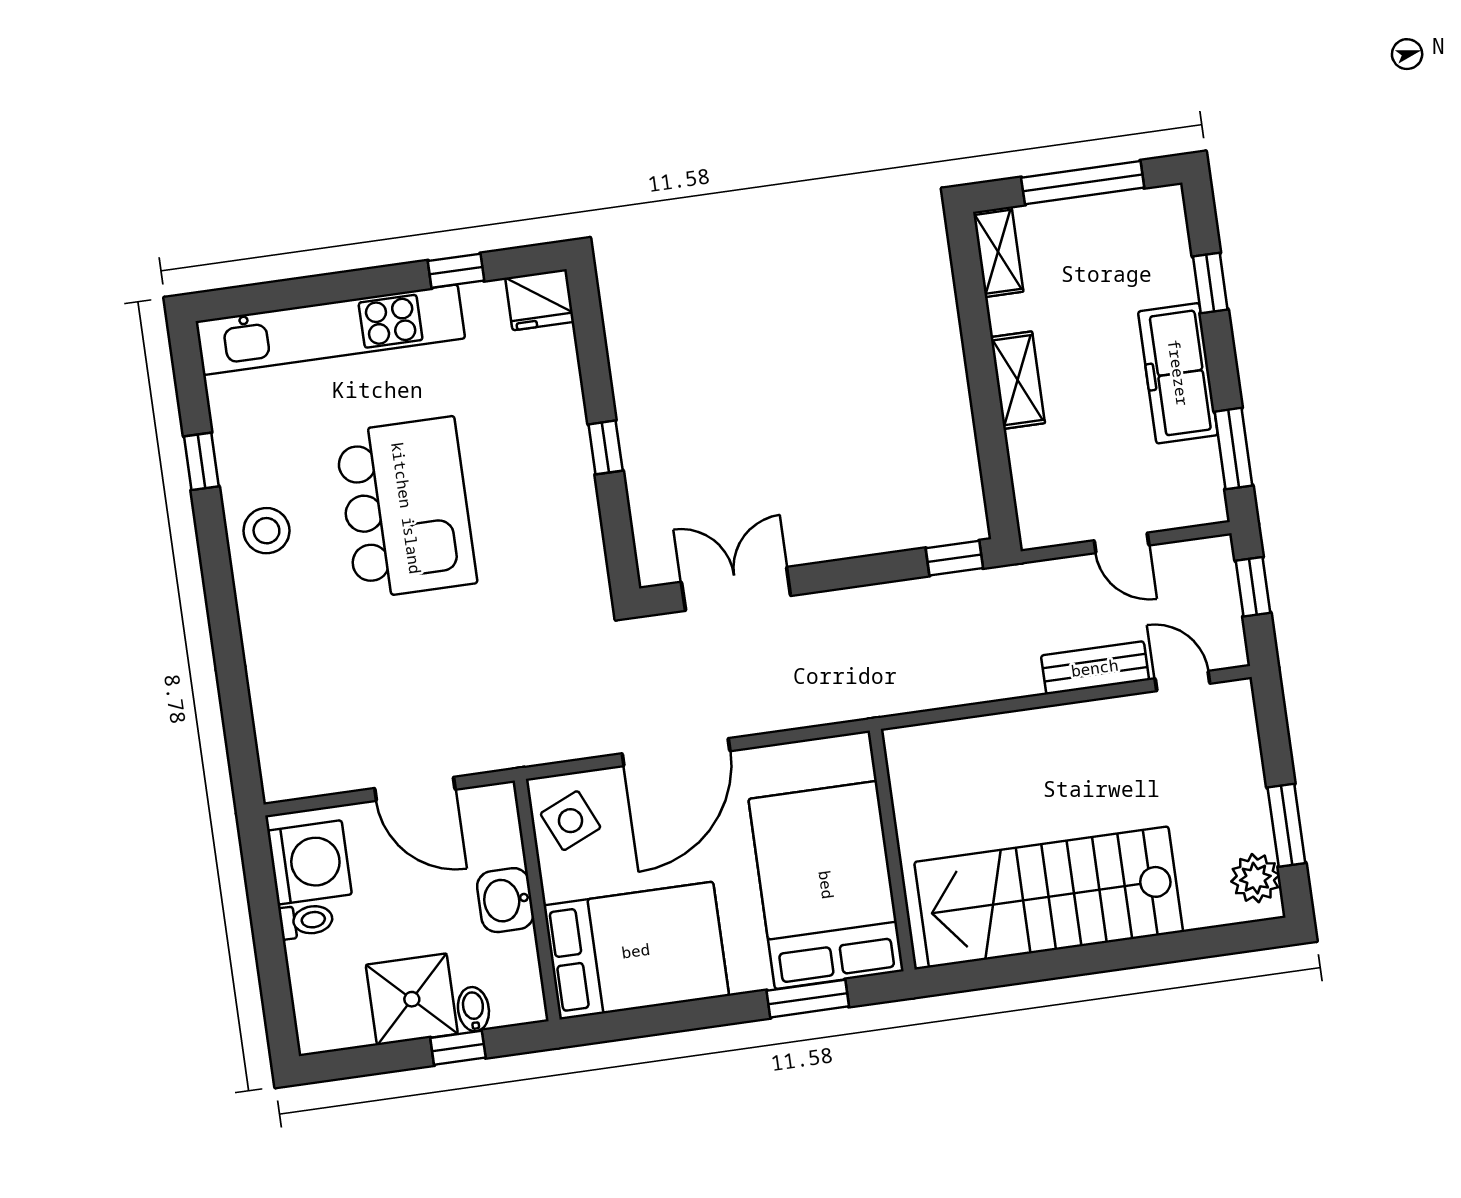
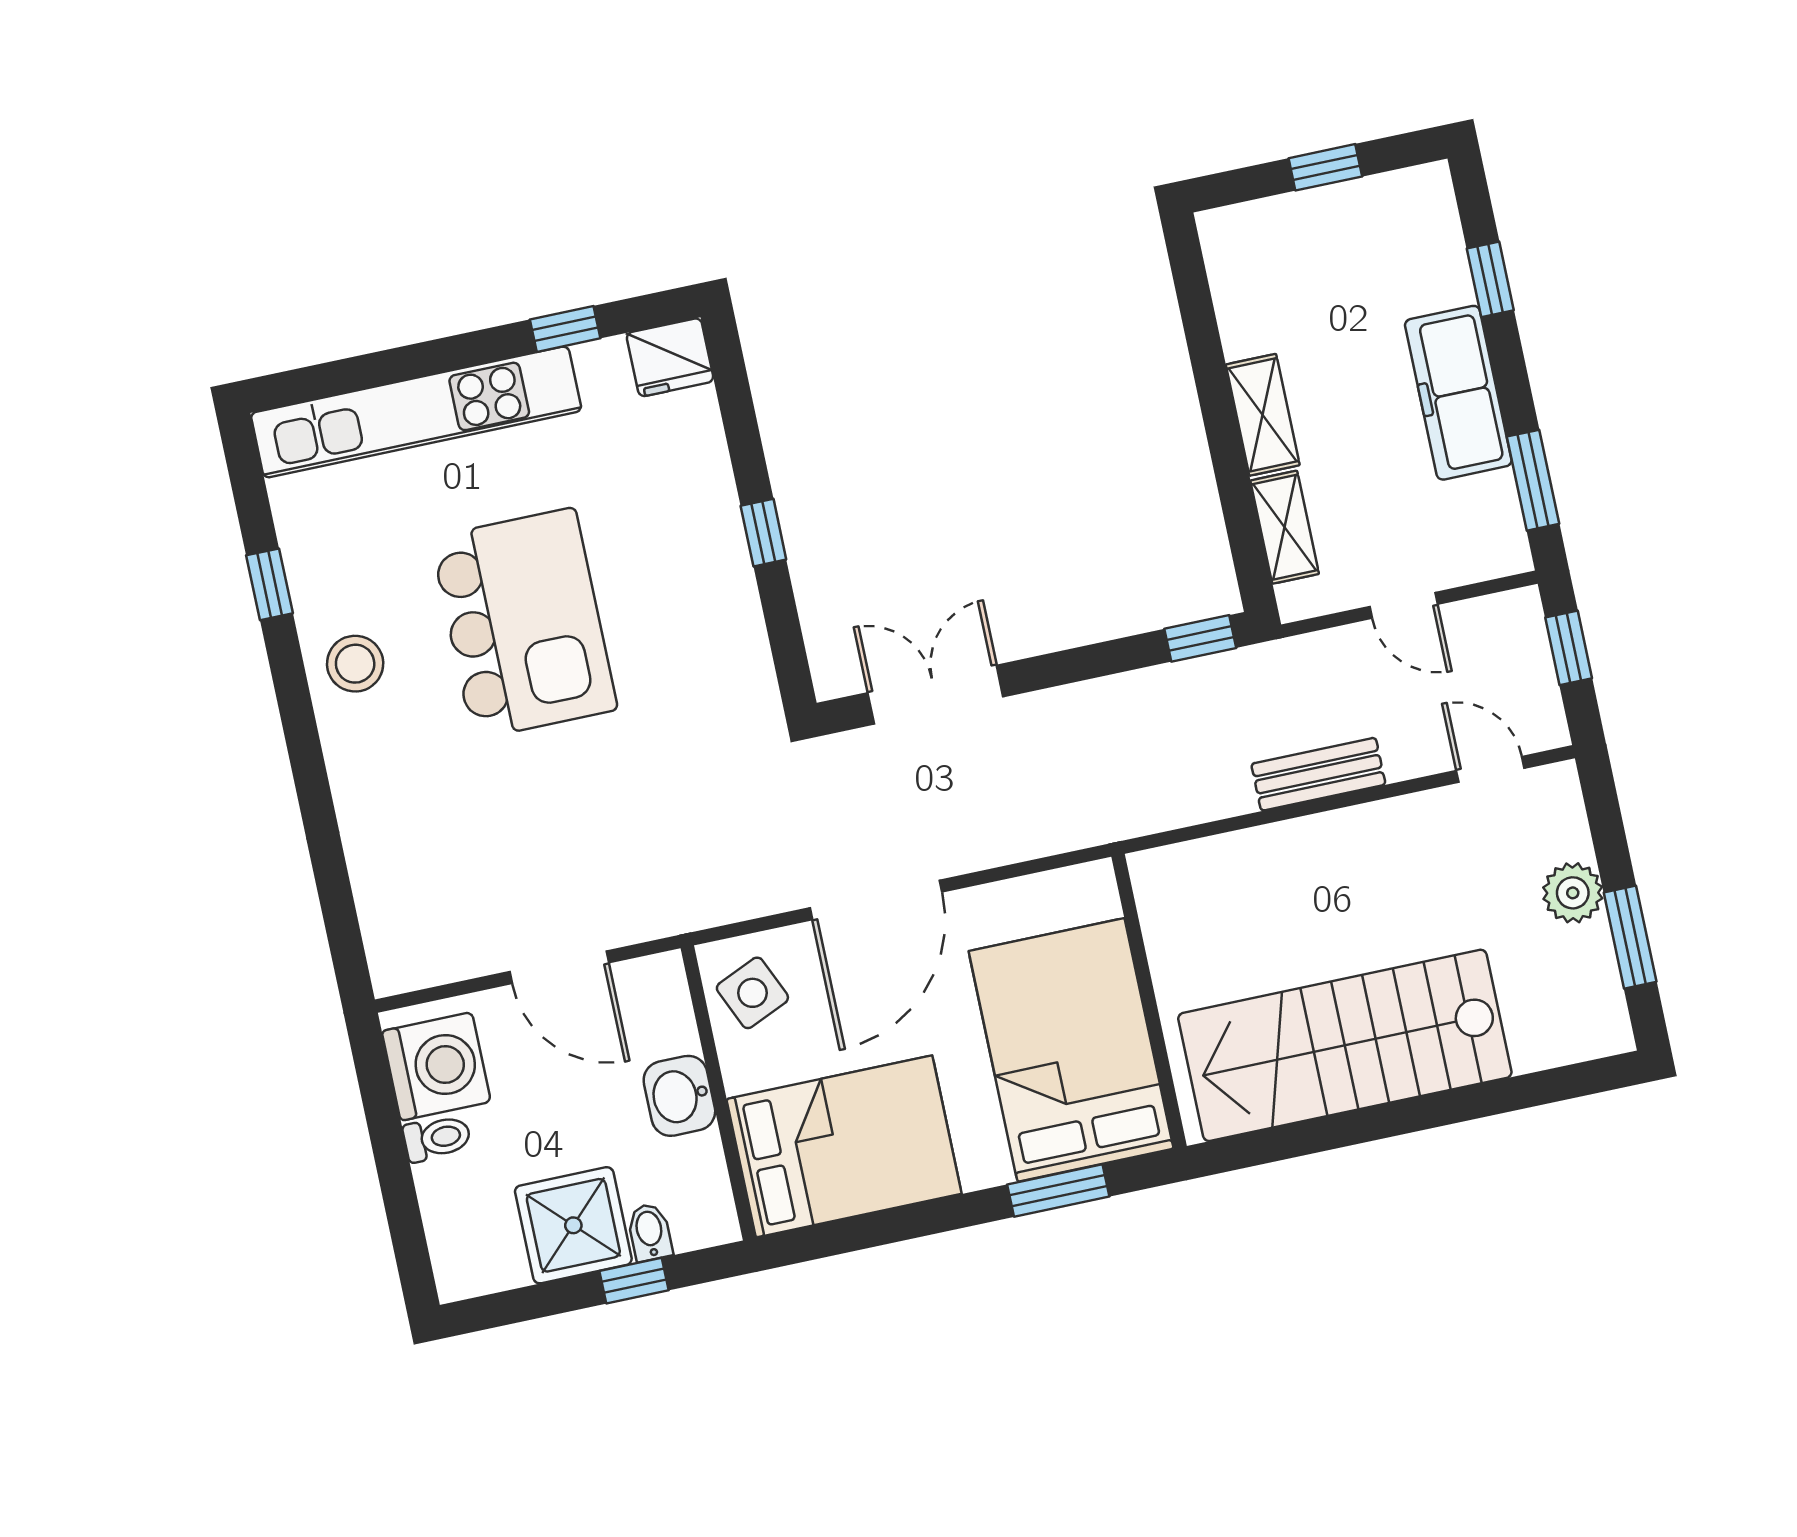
window: (1083, 183) -> (1325, 167), width x0.46
shelving: (998, 252) -> (1285, 527), moved
bench: (1095, 668) -> (1318, 774), moved
plant: (1255, 878) -> (1573, 893), moved

